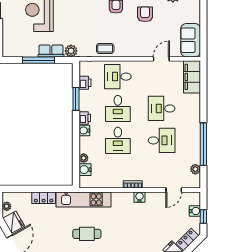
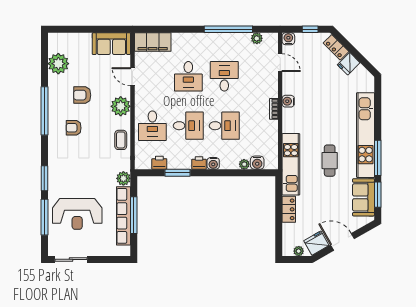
plant: (135, 48) -> (121, 106), added
row of seats: (51, 51) -> (123, 216), width x2.02
water cooler: (195, 211) -> (288, 39), moved

